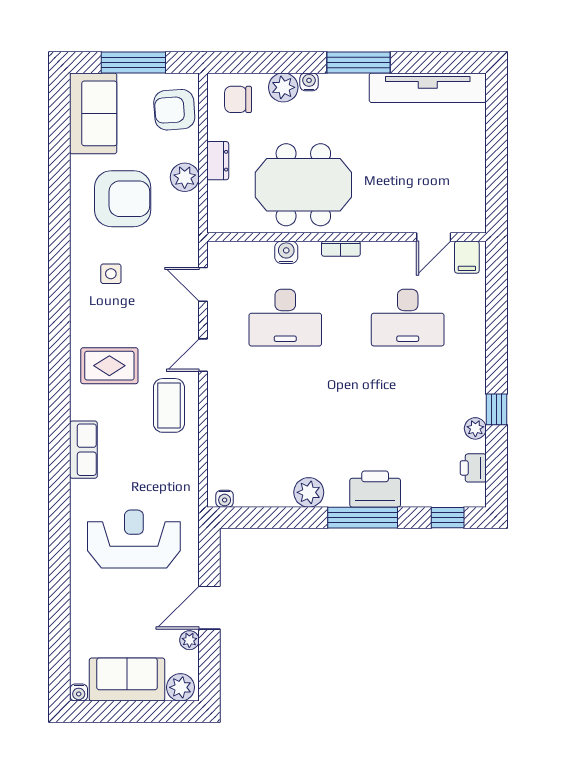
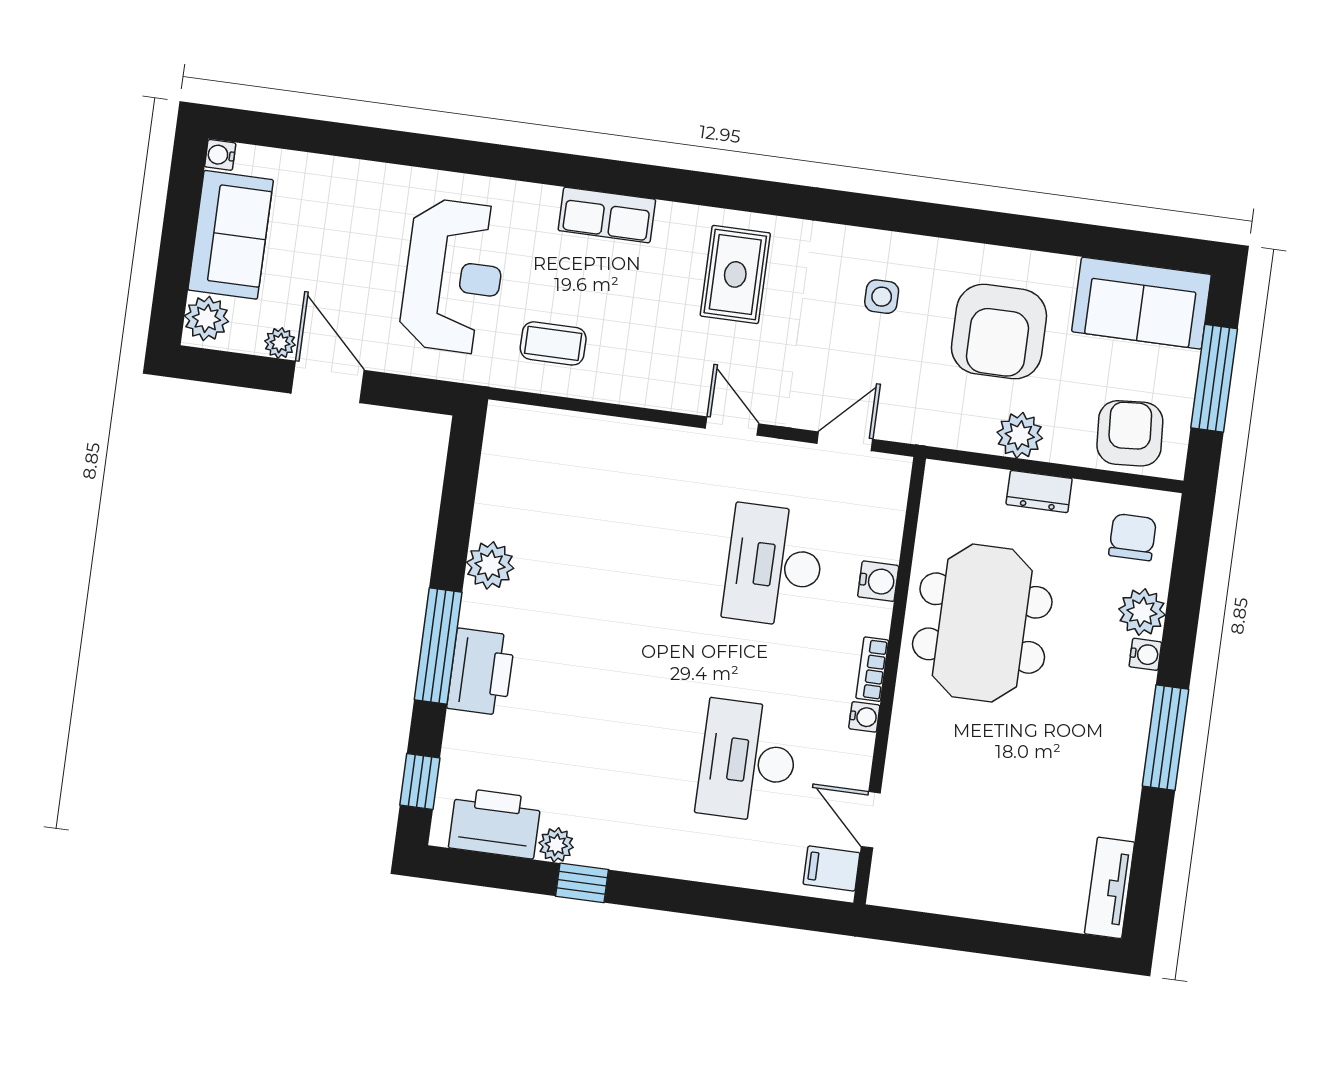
tv unit: (428, 88) -> (1110, 888), width x0.52, depth x0.78
coffee table: (169, 405) -> (553, 343), moved, width x0.73, depth x0.77
printer: (473, 468) -> (495, 823), width x1.87, depth x1.48
water cooler: (225, 499) -> (864, 717), moved, turned 180

